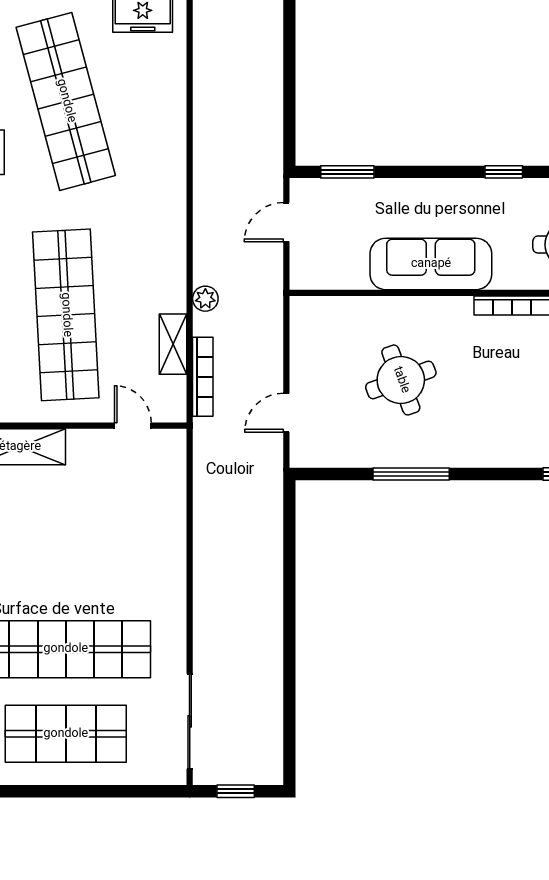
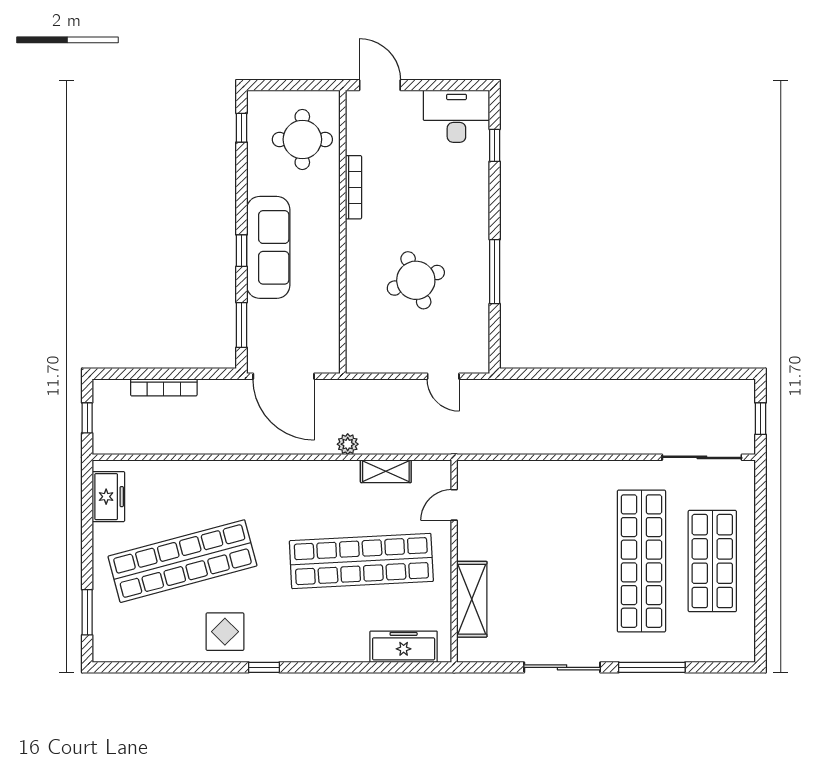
window: (504, 172) -> (242, 251), moved
door: (286, 222) -> (284, 376), width x1.88
sofa: (431, 264) -> (268, 247), moved, turned 180
bookcase: (203, 377) -> (164, 387), moved, turned 180

